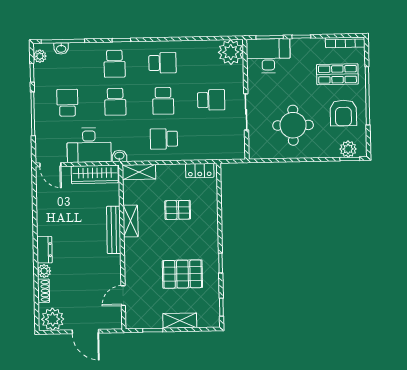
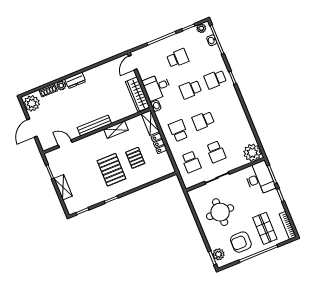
school desk: (162, 63) -> (191, 162), moved
desk: (89, 145) -> (157, 87), width x0.73
locker: (200, 170) -> (159, 143), moved
bench: (114, 230) -> (94, 126), moved
pallet: (182, 274) -> (111, 170), moved

